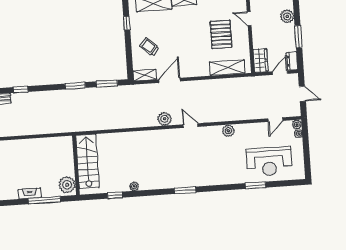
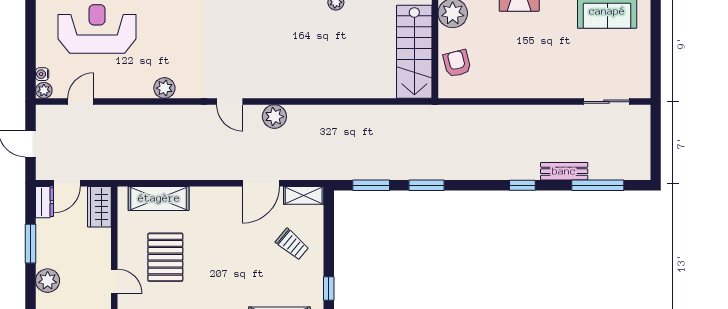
armchair: (63, 156) -> (457, 63), added

